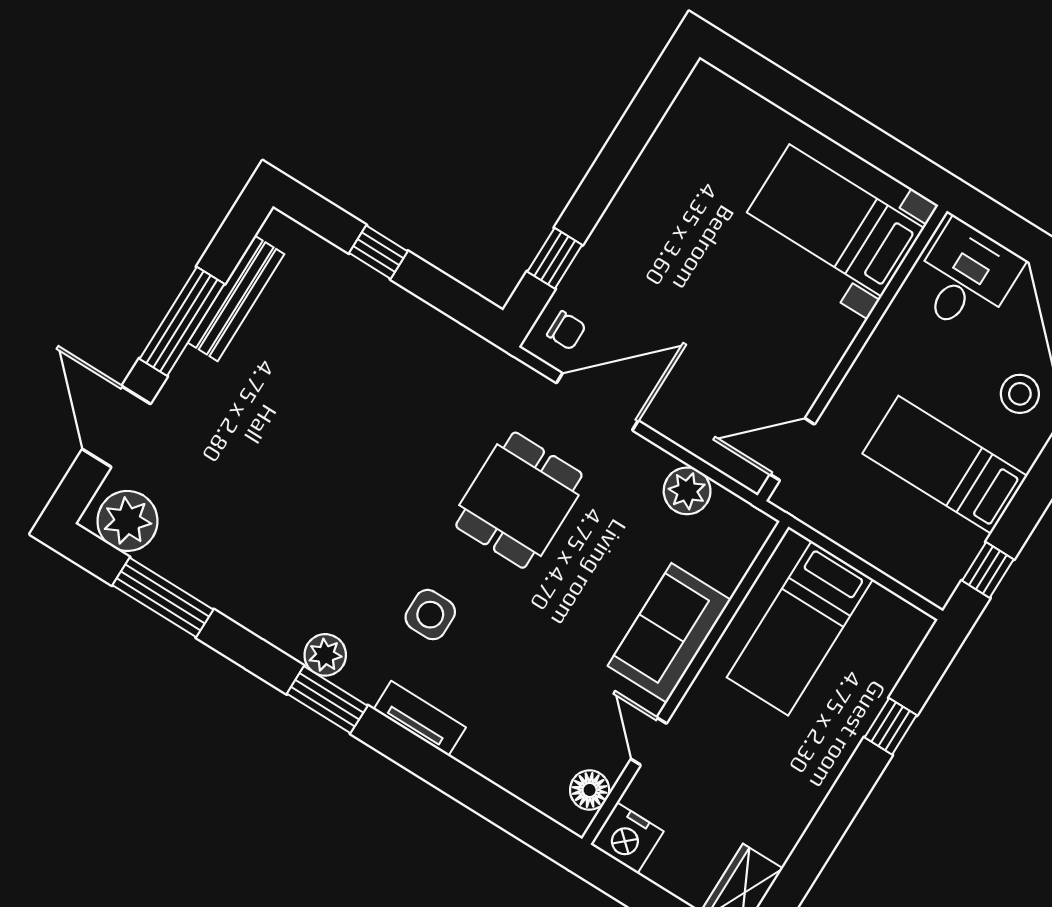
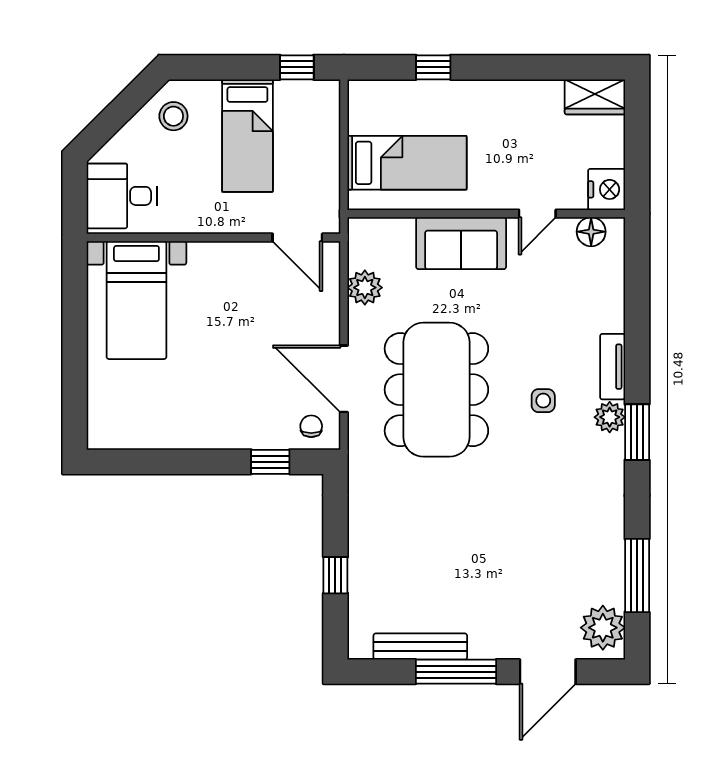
dining table: (519, 500) -> (436, 390), width x1.88, depth x1.24
side table: (430, 615) -> (543, 401), width x0.73, depth x0.73
plant: (325, 655) -> (610, 417), moved

